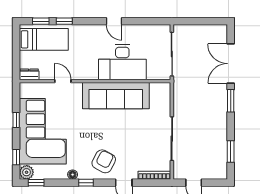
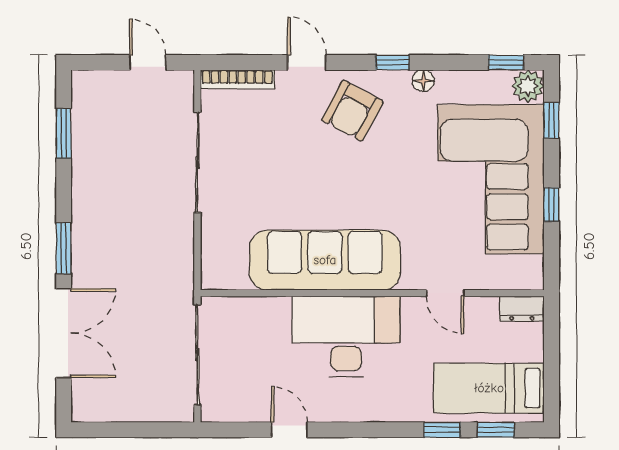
door: (114, 21) -> (289, 430), moved
desk: (122, 62) -> (346, 337), moved

